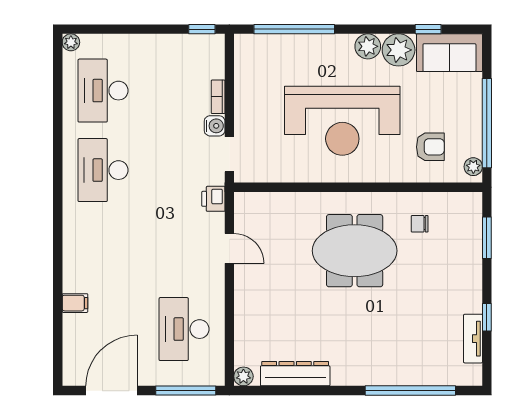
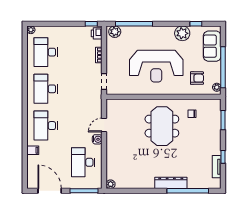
plant: (368, 46) -> (115, 32), moved
sofa: (449, 53) -> (212, 46), moved, turned 90
water cooler: (215, 126) -> (97, 139), moved
printer: (213, 199) -> (97, 33), moved
door: (229, 248) -> (104, 125), swing flipped
desk: (103, 250) -> (46, 126), added
meeting table: (355, 251) -> (162, 126), turned 90
dresser: (295, 374) -> (171, 183), moved
door: (111, 391) -> (50, 191), hinge flipped

